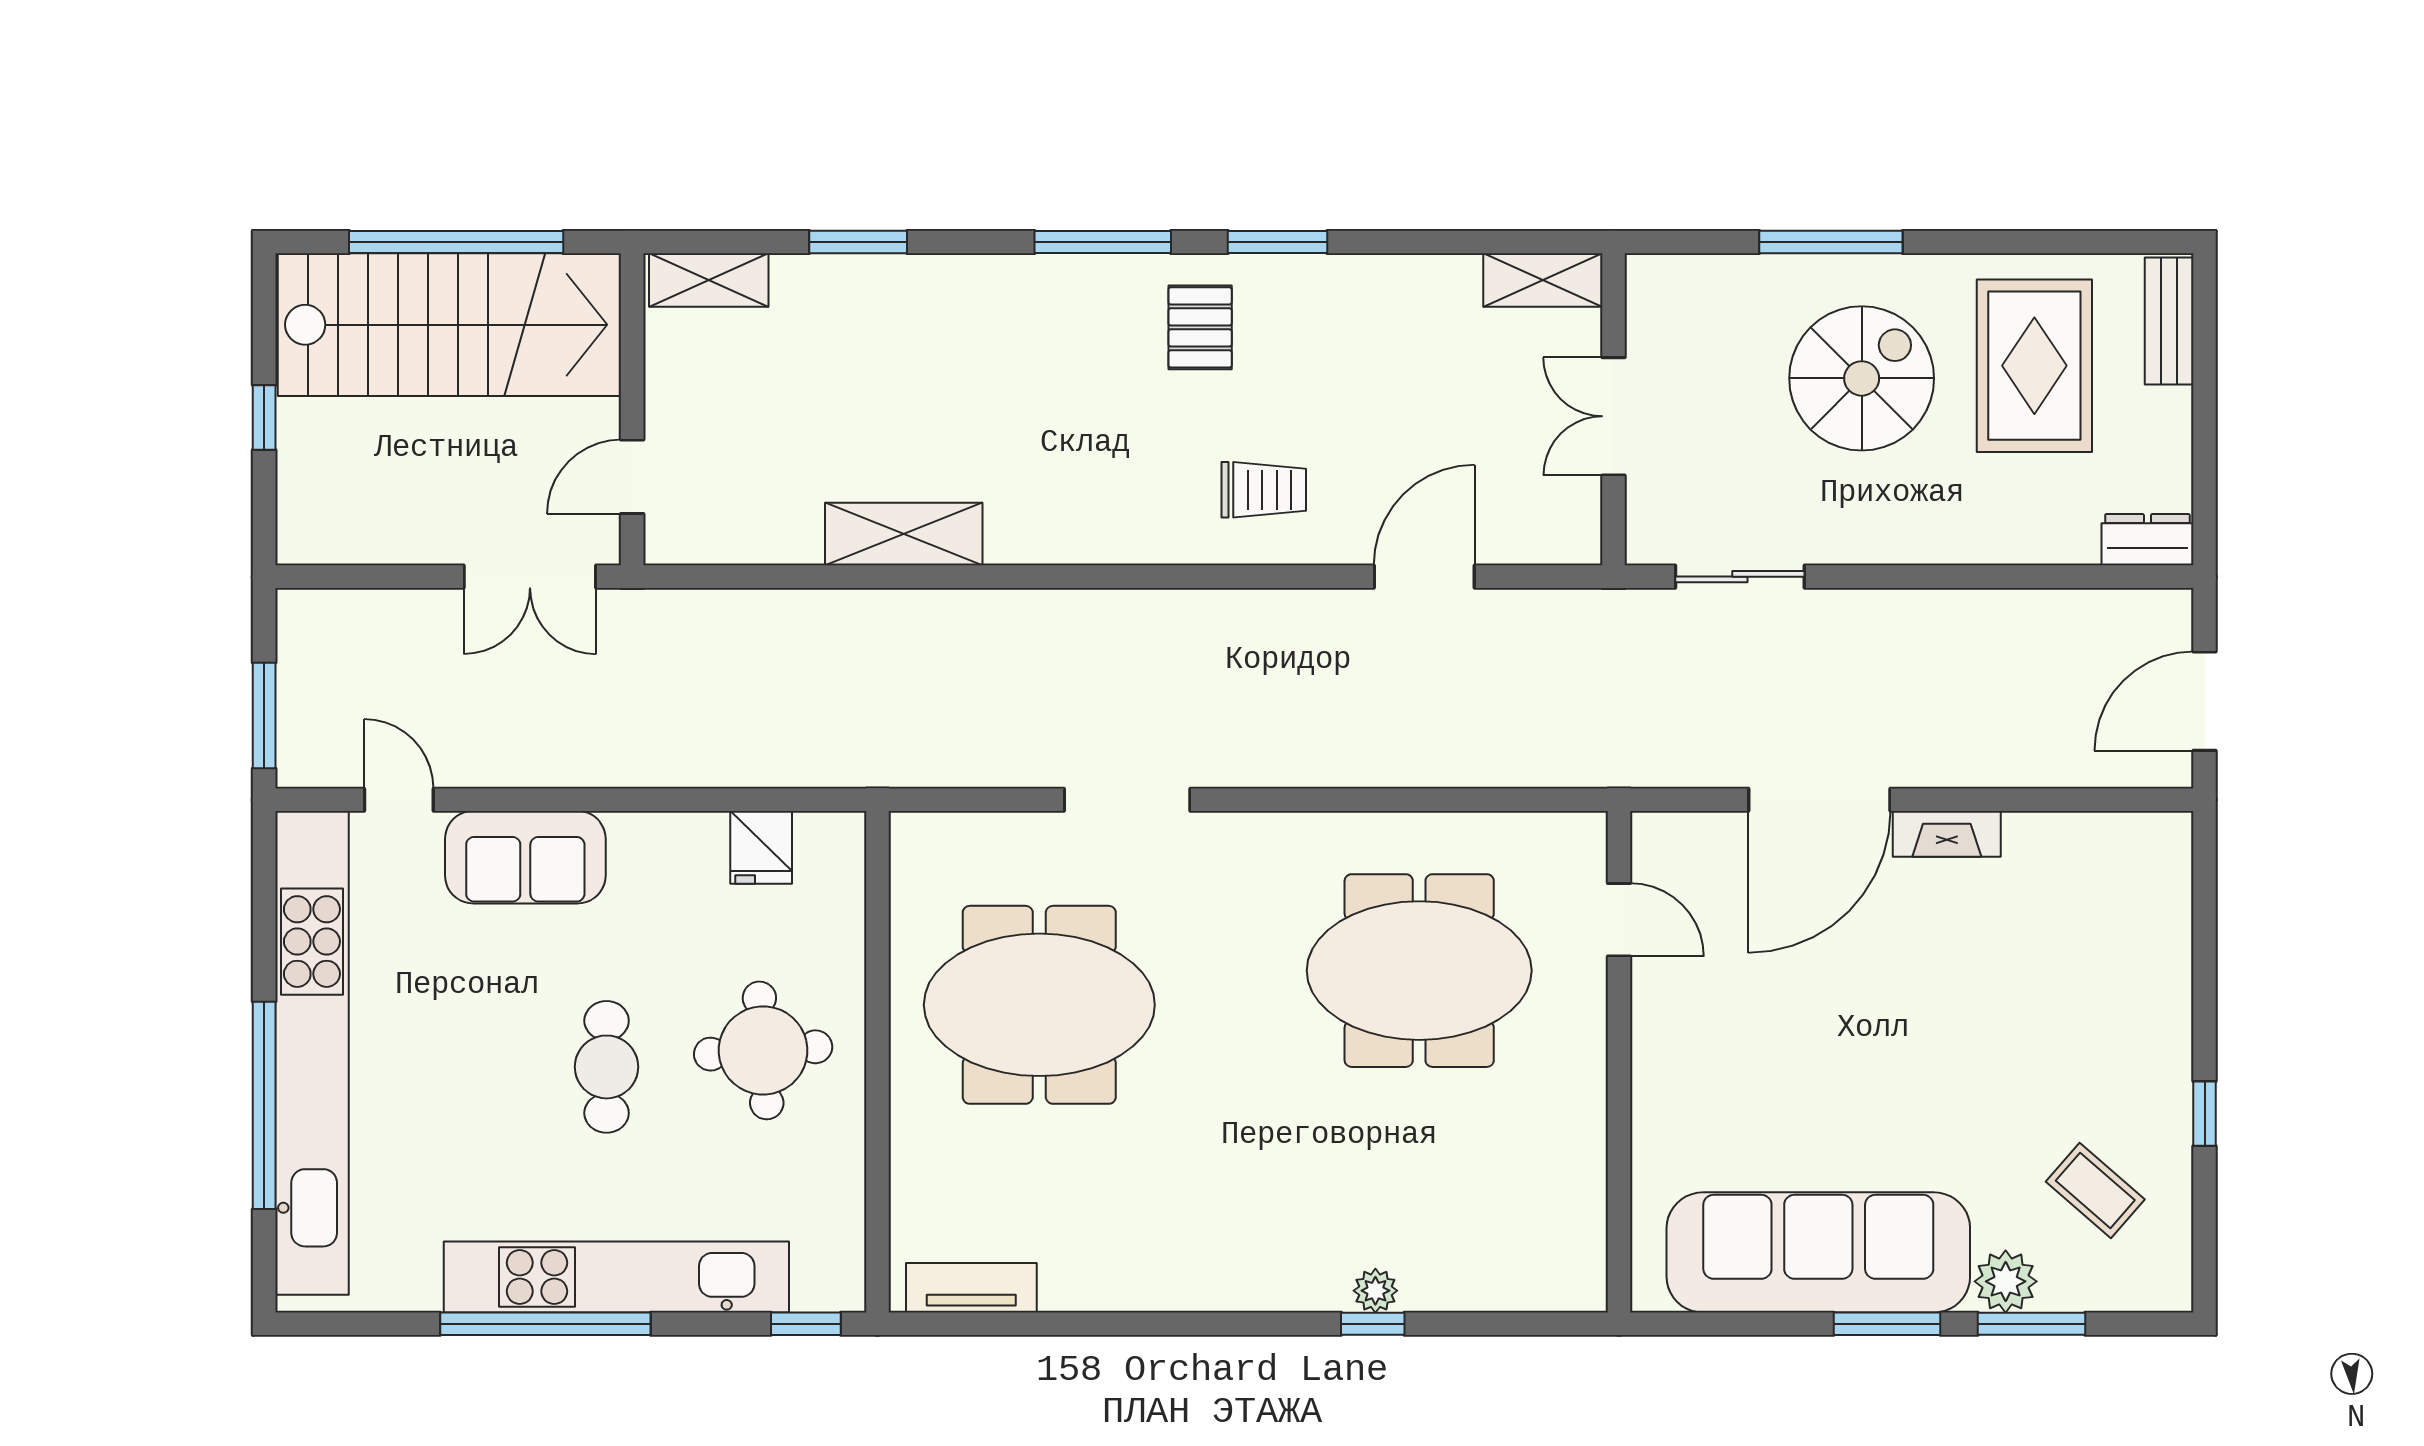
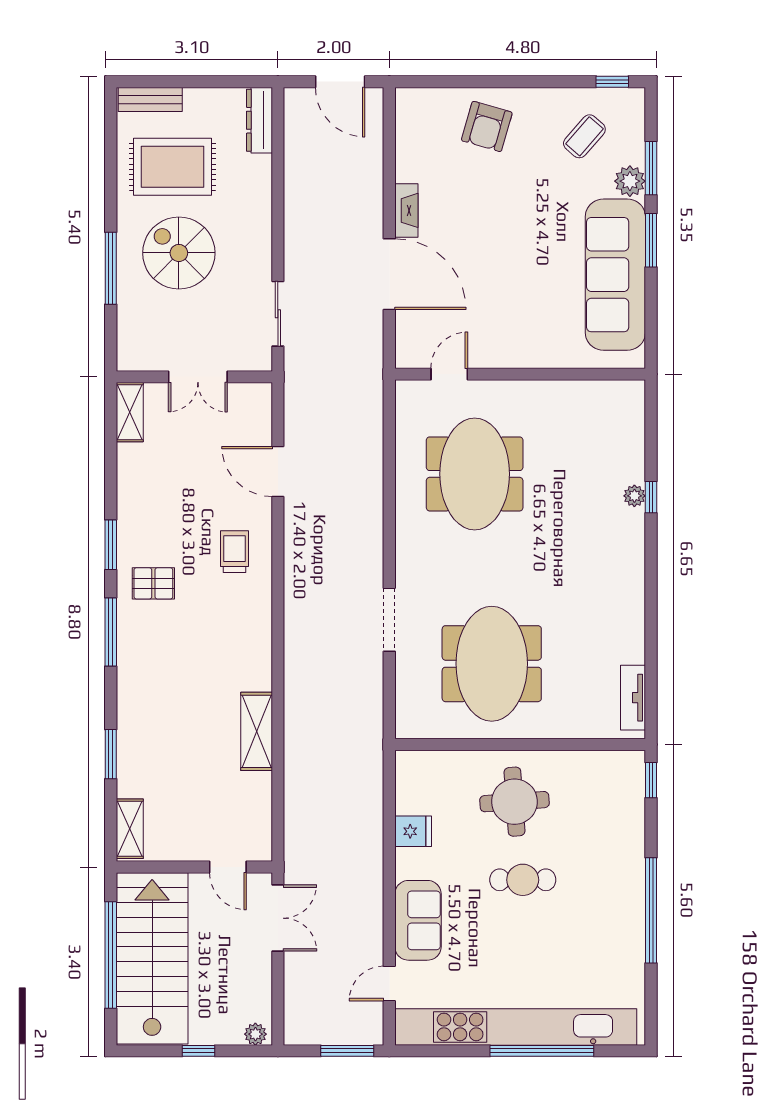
plant: (298, 532) -> (255, 1034), added
dresser: (2147, 540) -> (259, 120), width x1.44
fridge: (761, 847) -> (413, 831), moved
armchair: (2115, 995) -> (487, 126), added
window: (2205, 1114) -> (612, 82), moved
kitchen unit: (616, 1277) -> (628, 875), removed

